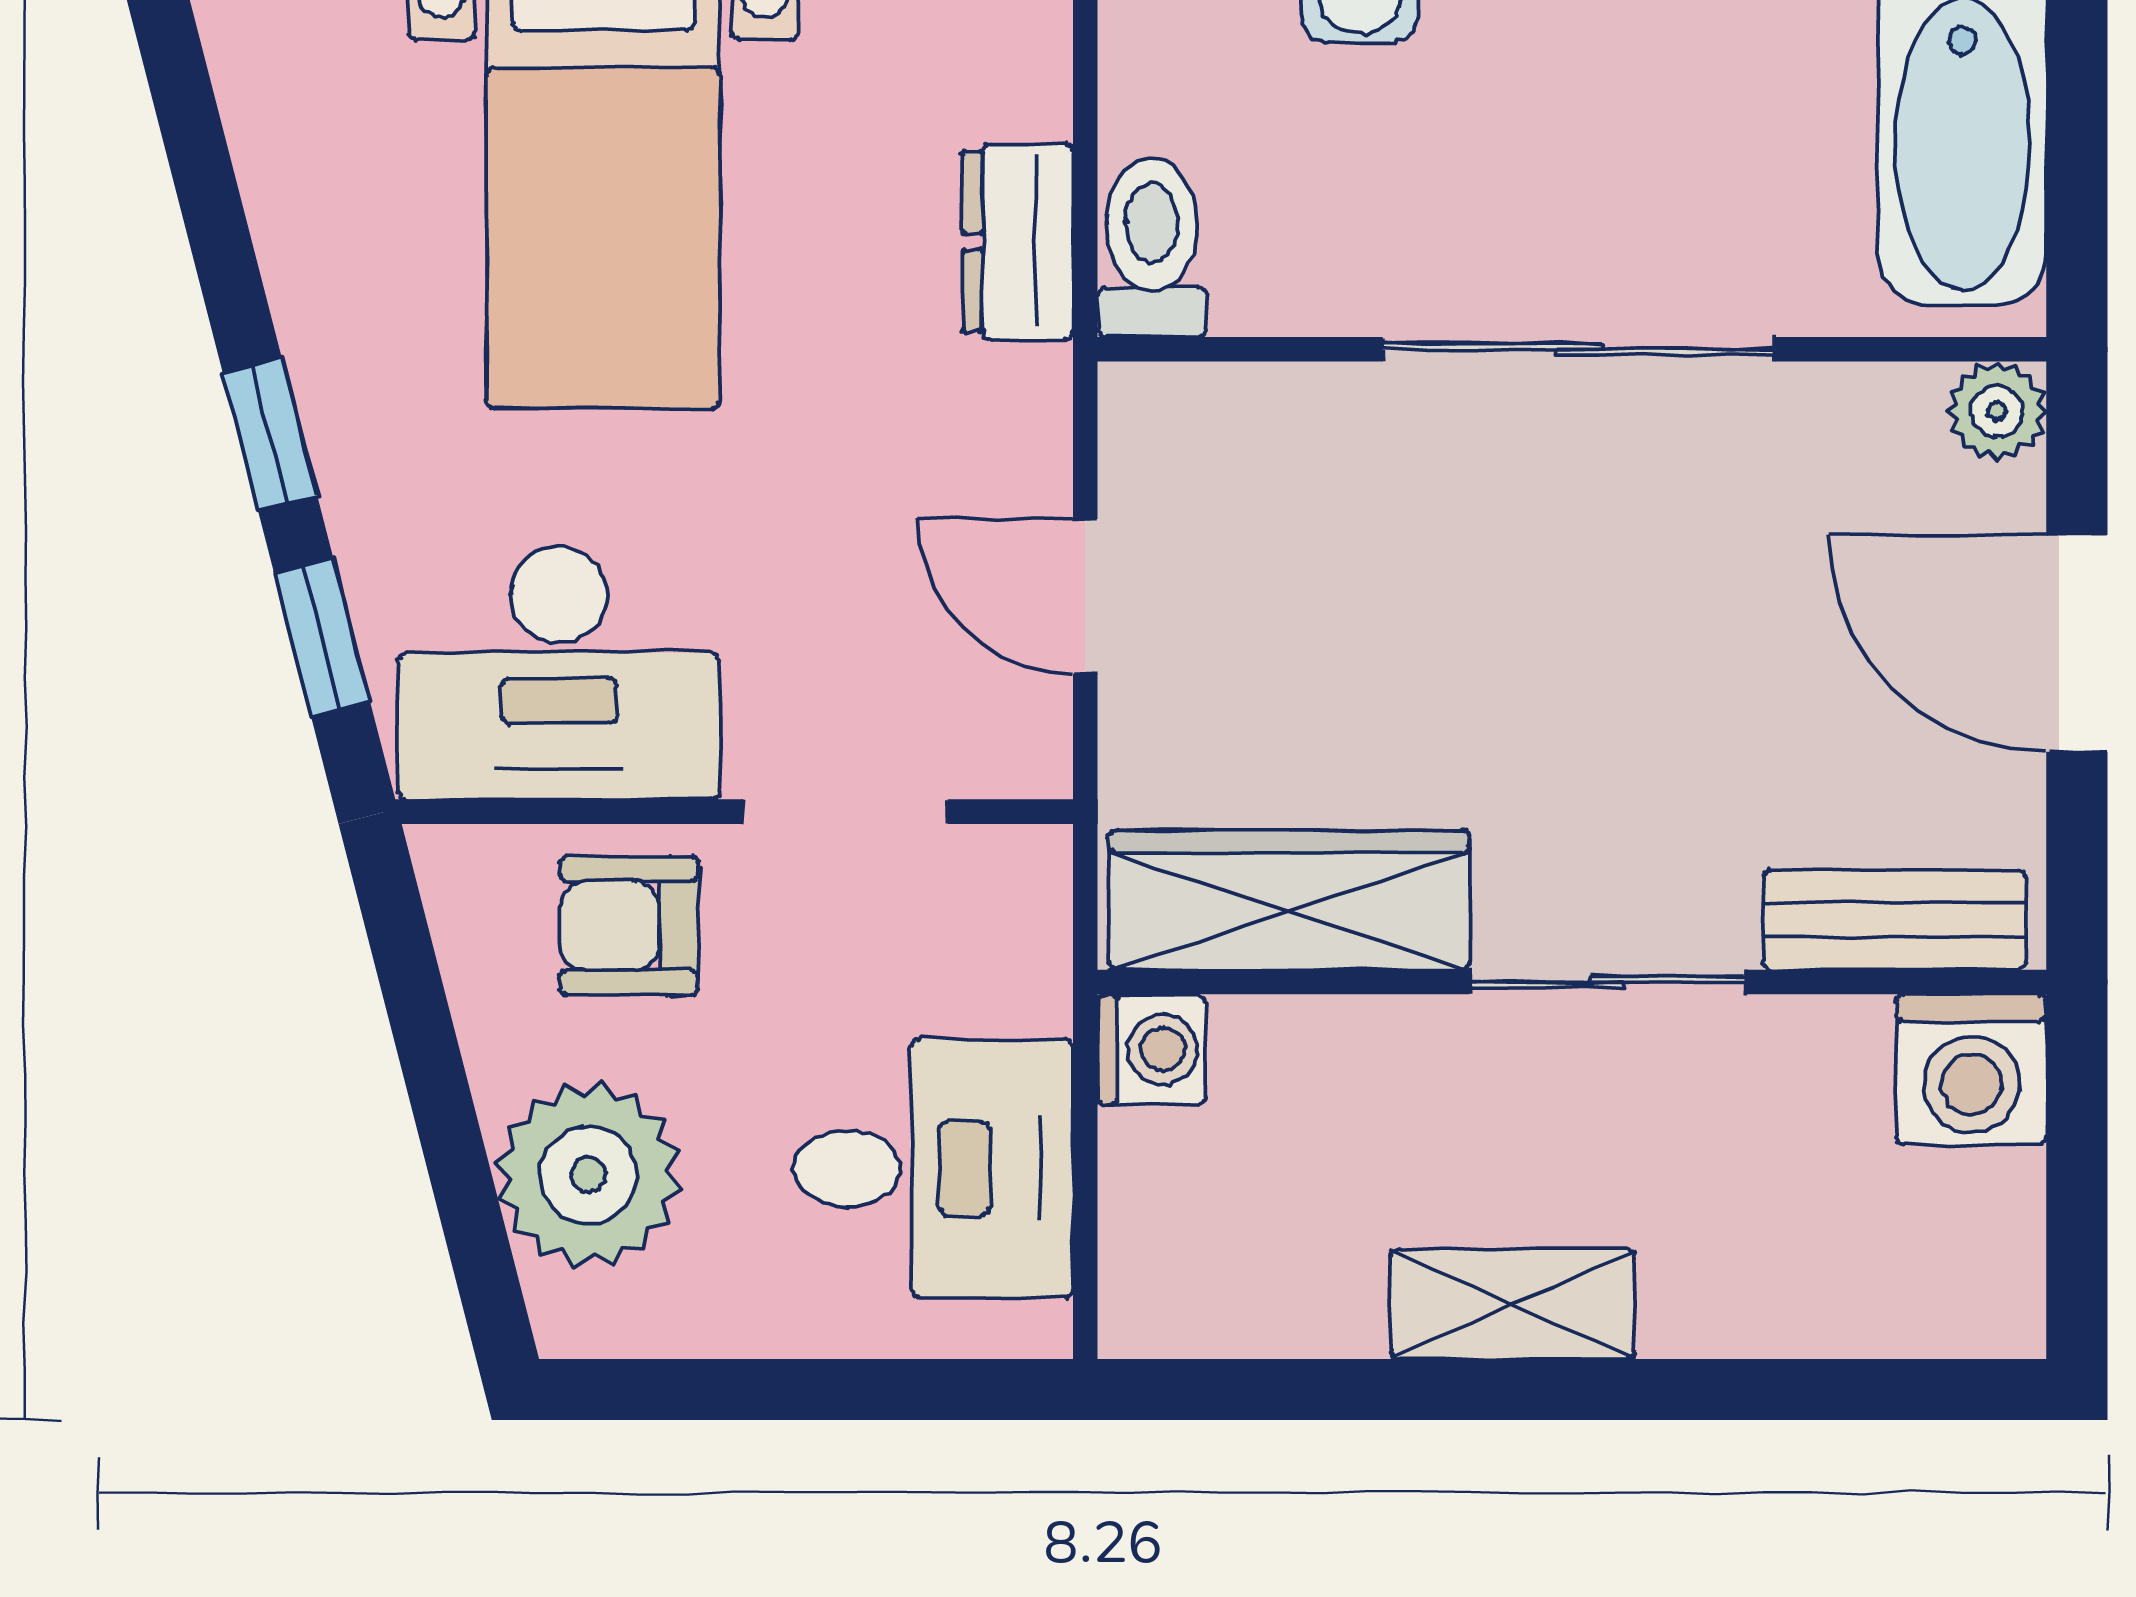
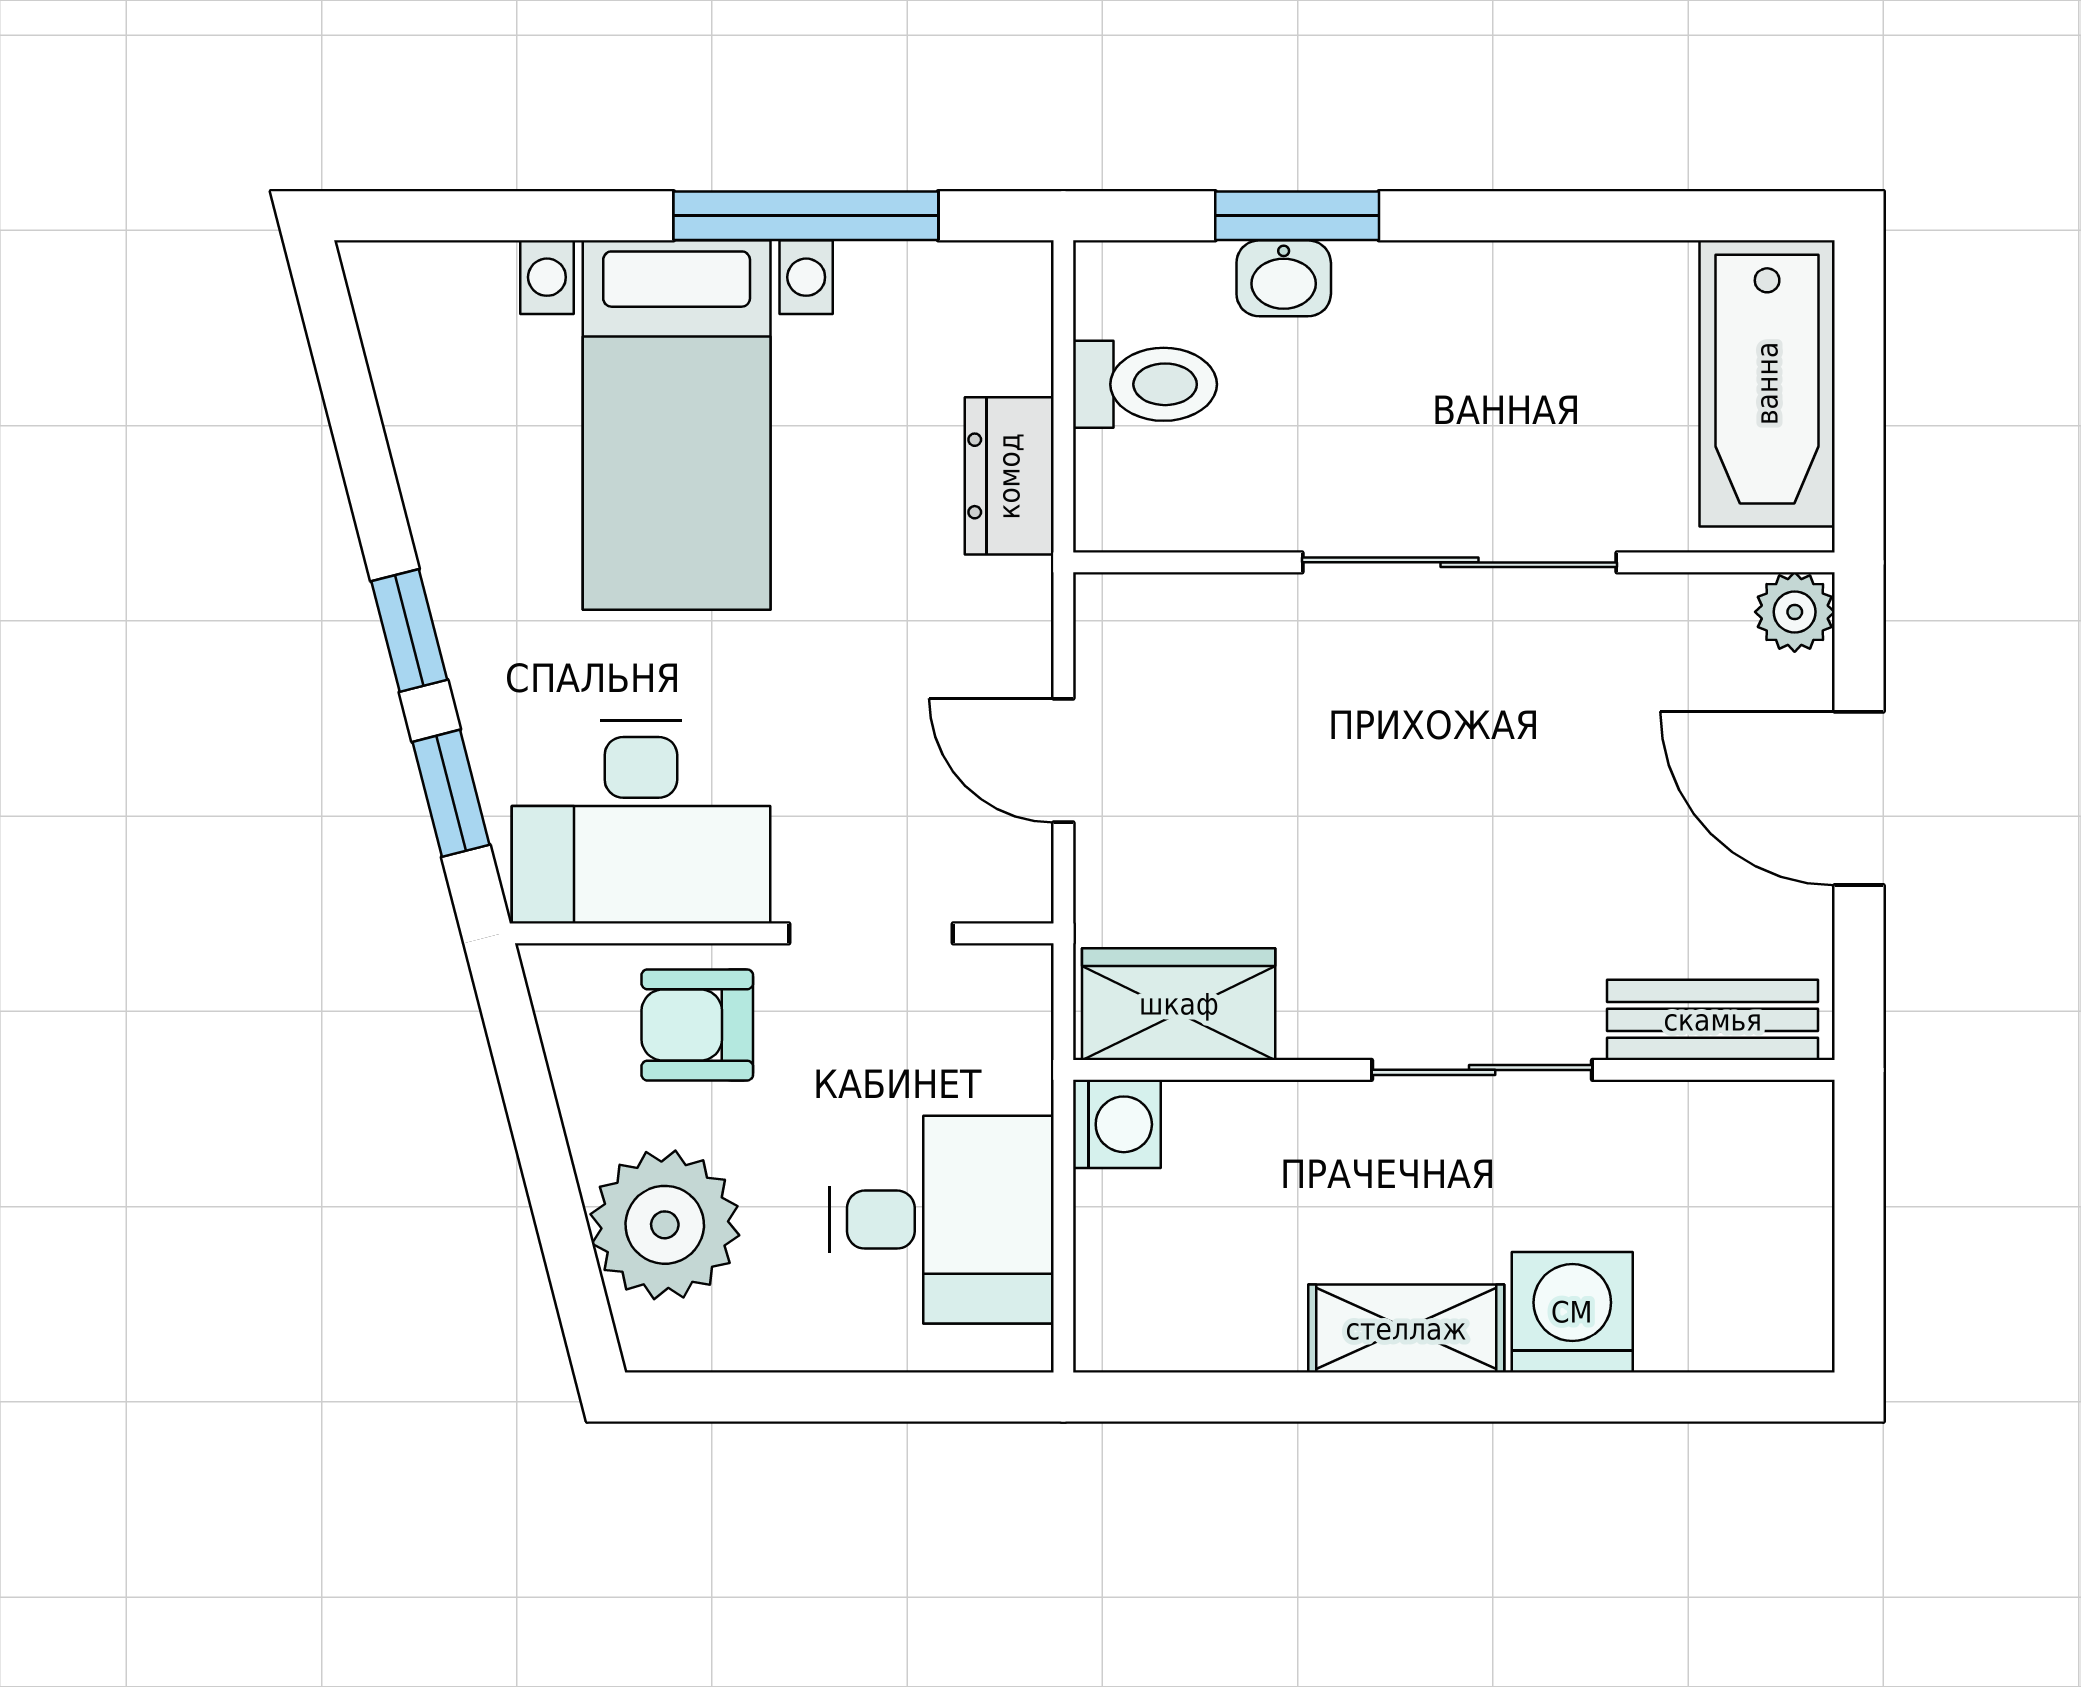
toilet: (1152, 248) -> (1145, 384), moved, turned 90
wardrobe: (1289, 900) -> (1179, 1004), width x0.67
washing machine: (1971, 1069) -> (1572, 1312), moved, turned 180

